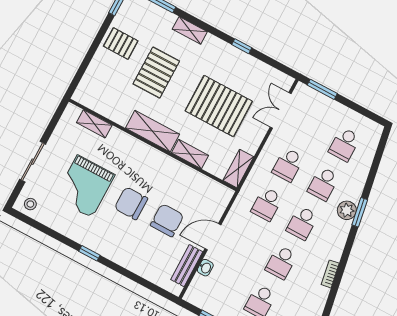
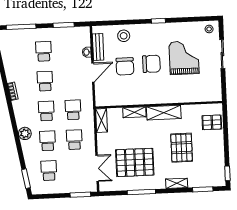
pallet: (121, 44) -> (212, 122), moved
window: (242, 46) -> (141, 192), width x2.17
pallet: (219, 106) -> (135, 162), moved
shelving: (94, 124) -> (200, 97), removed
window: (360, 212) -> (26, 179), moved
stool: (145, 260) -> (124, 36), added

